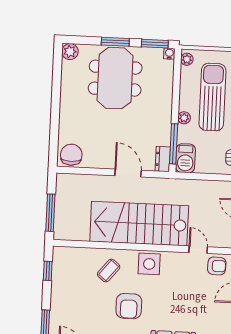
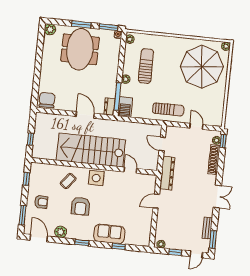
sun lounger: (212, 97) -> (146, 66), width x0.73, depth x0.75
window: (50, 213) -> (30, 139), width x0.46
armchair: (217, 266) -> (41, 202), moved

